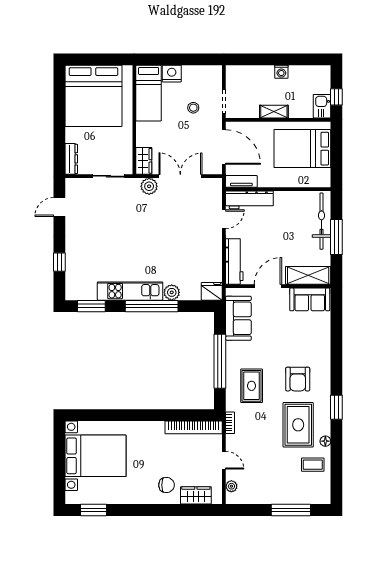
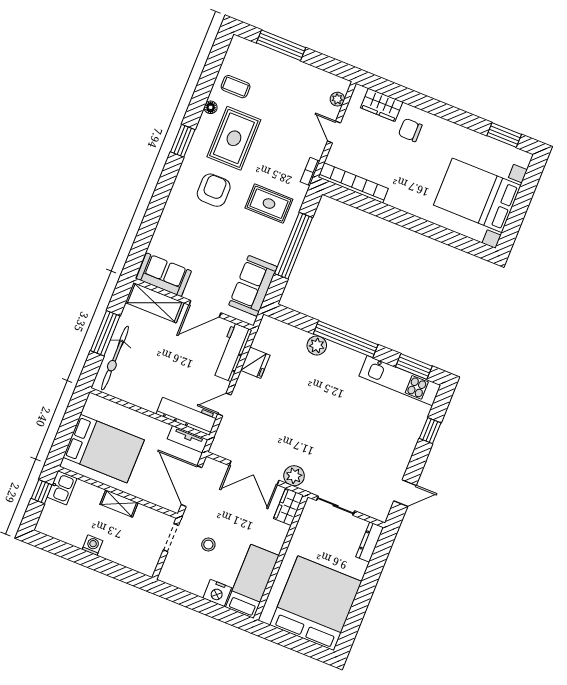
kitchen unit: (130, 291) -> (400, 381), moved
fridge: (212, 291) -> (255, 363), moved, turned -90
rug: (252, 386) -> (269, 204), turned 90

